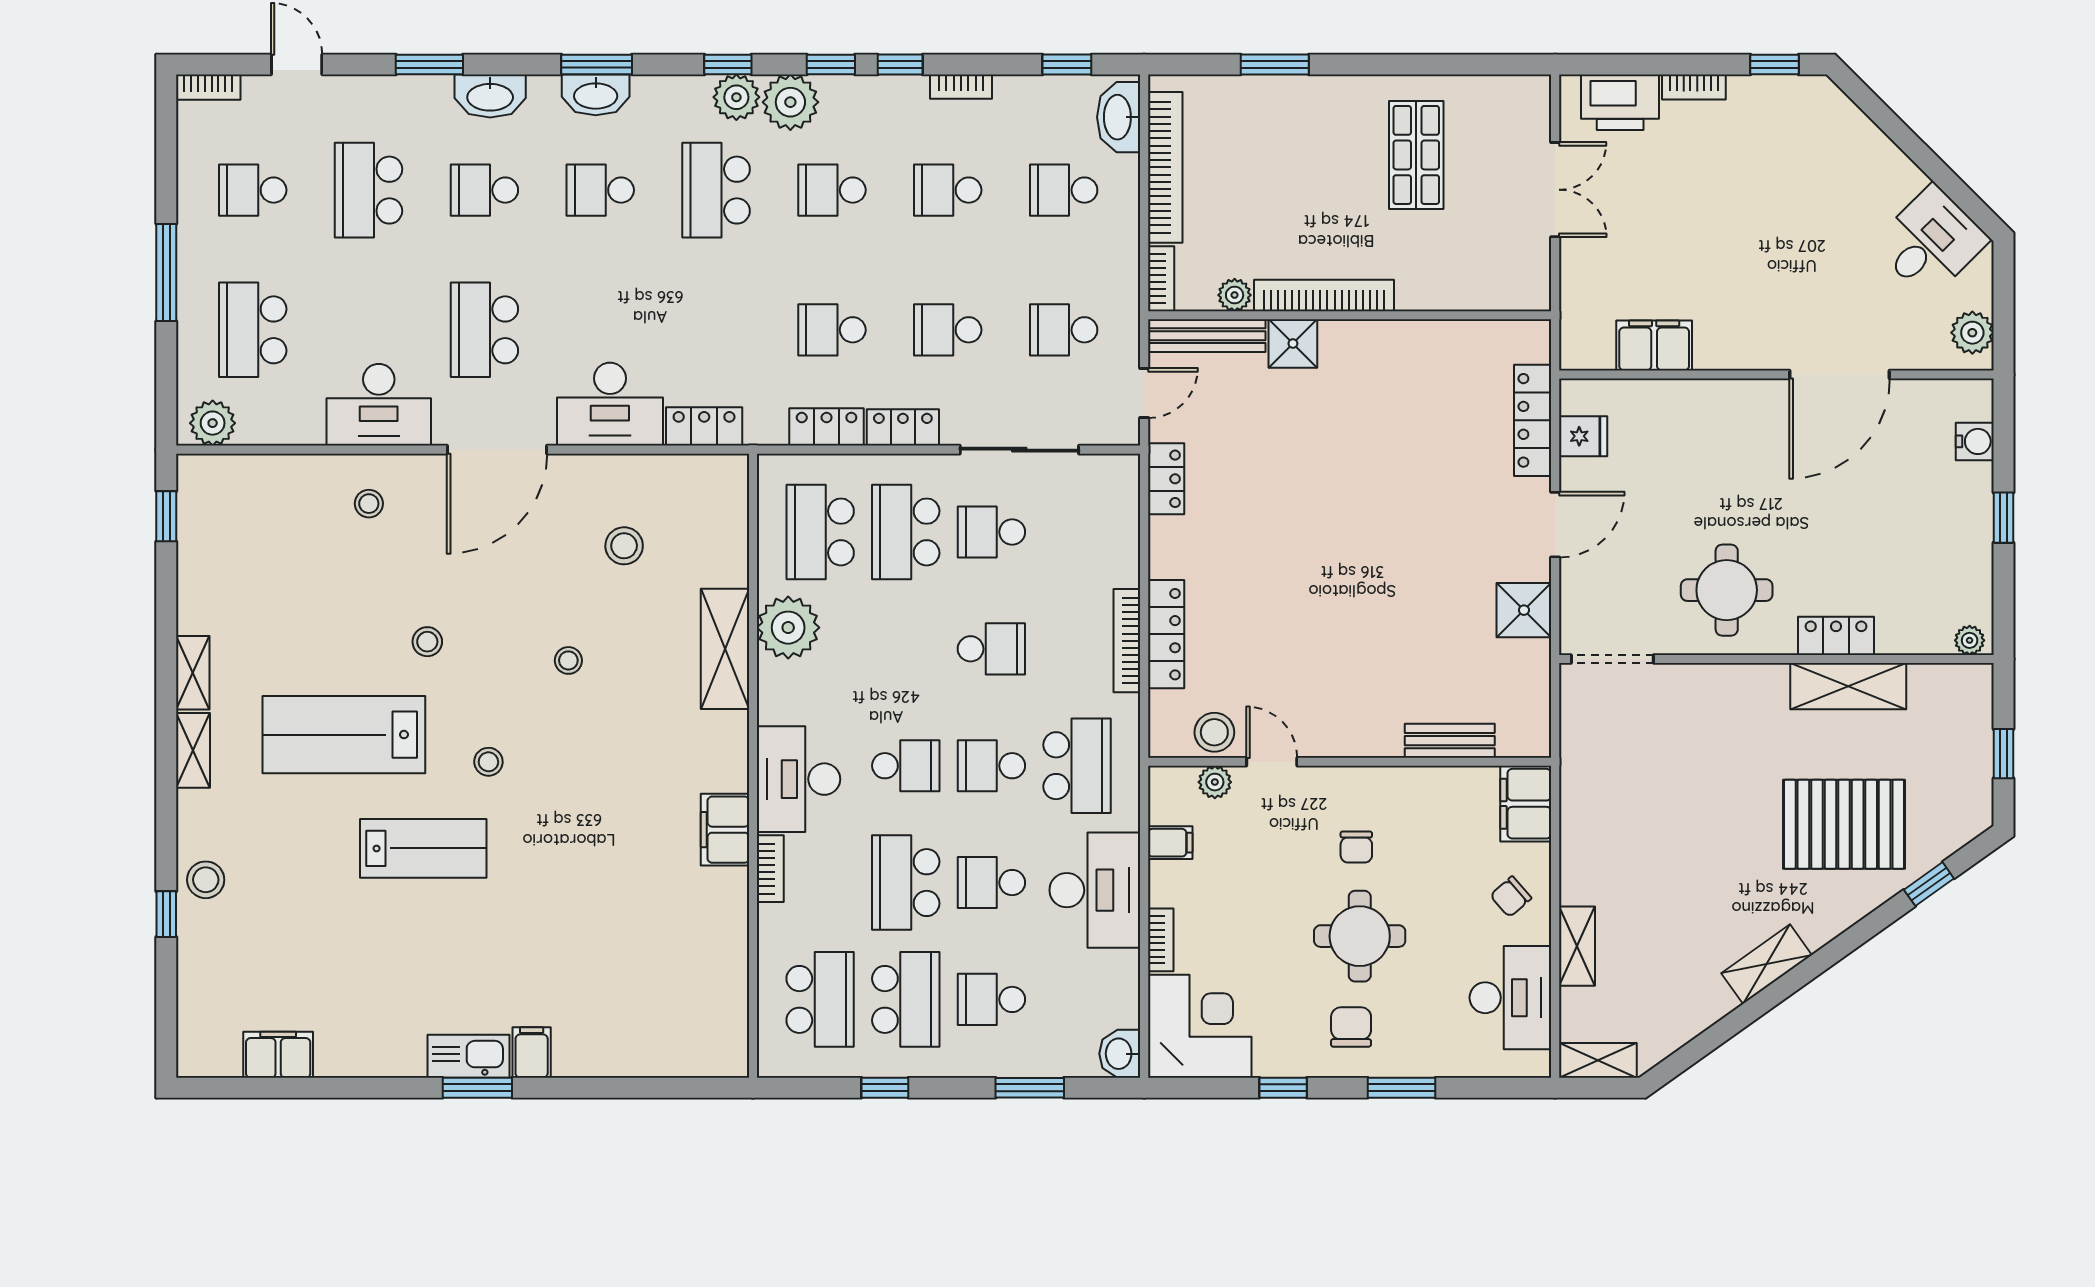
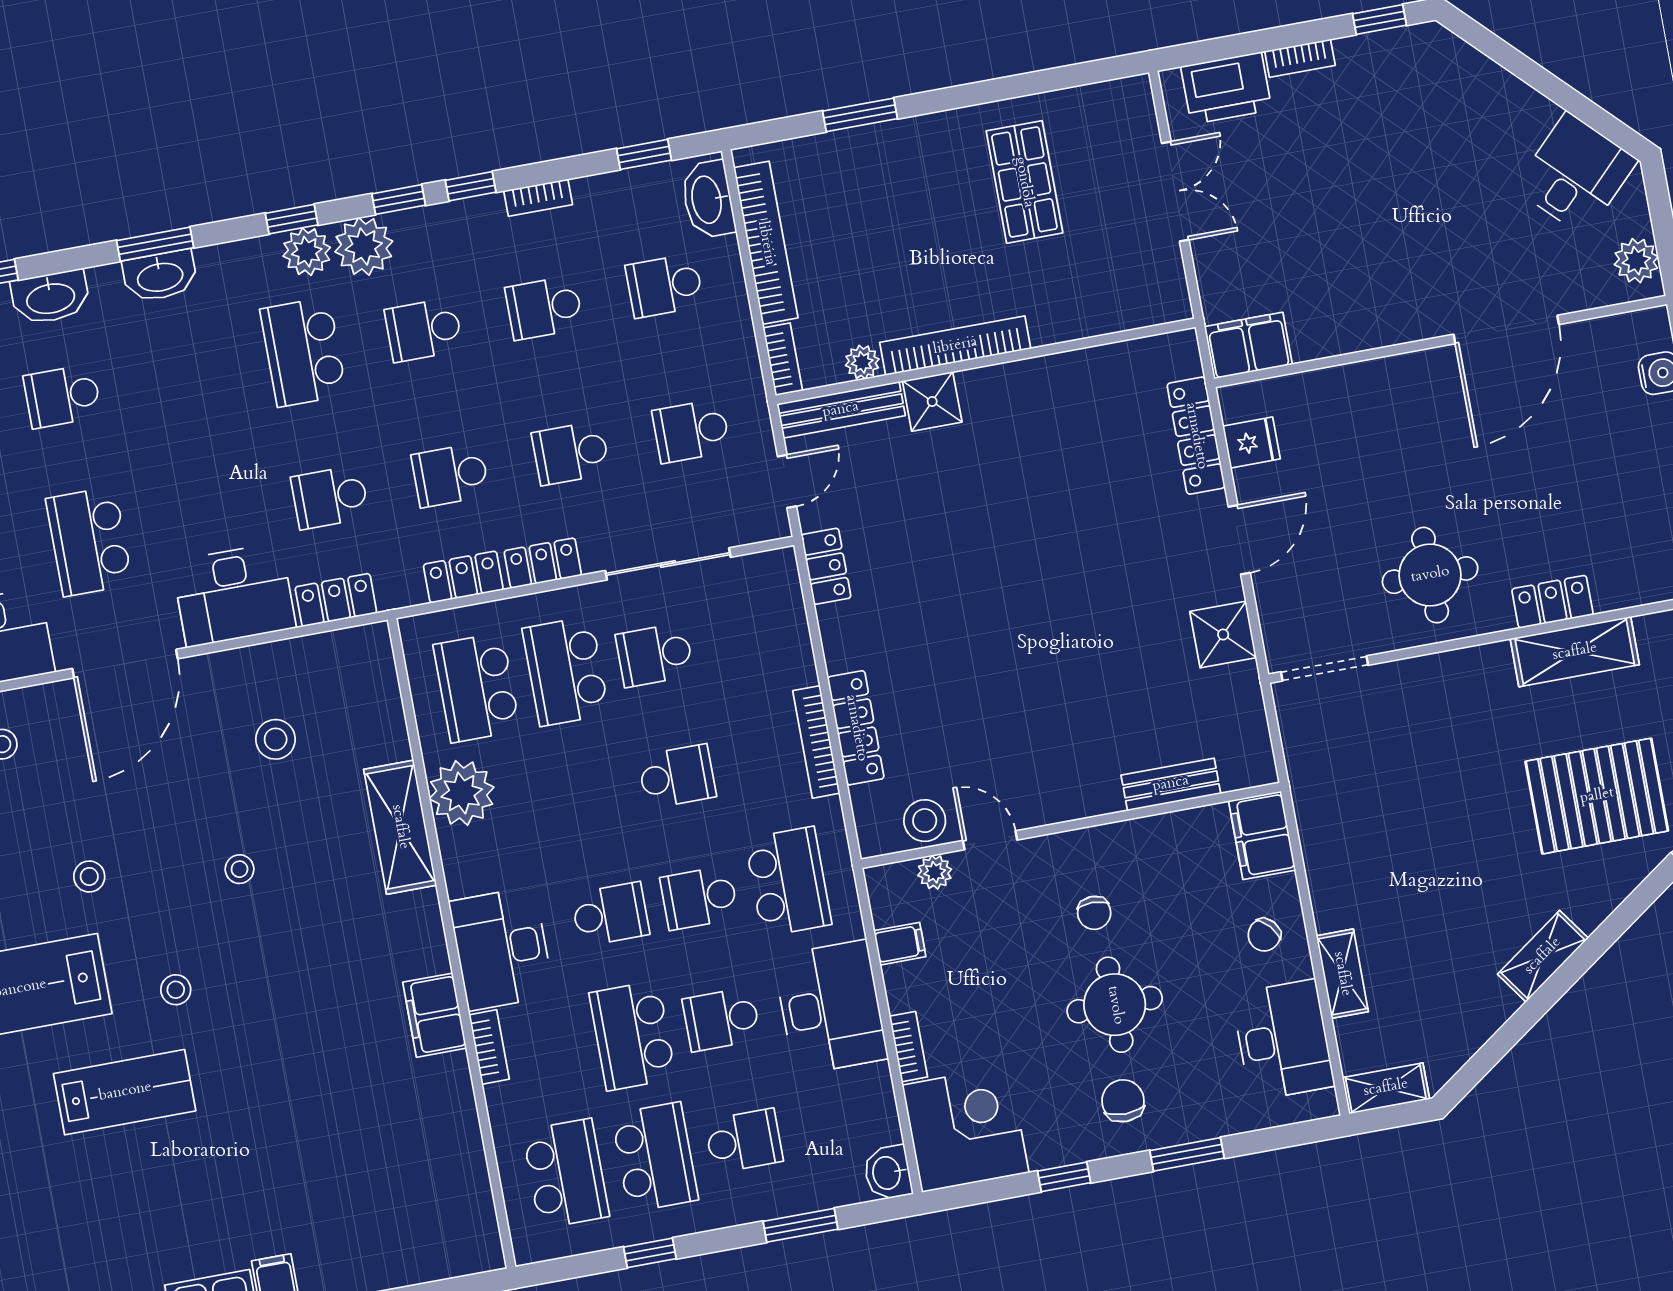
school desk: (600, 190) -> (330, 497), moved
filing cabinet: (1654, 345) -> (1248, 345), moved
school desk: (991, 999) -> (744, 1141), turned 180

